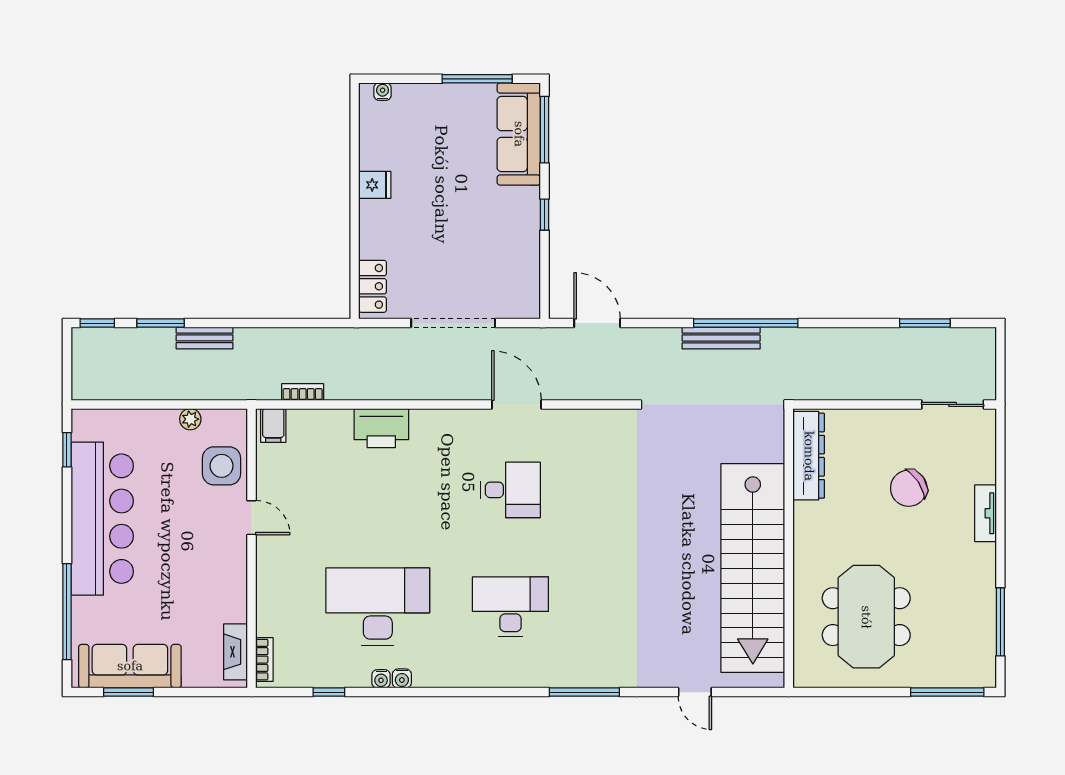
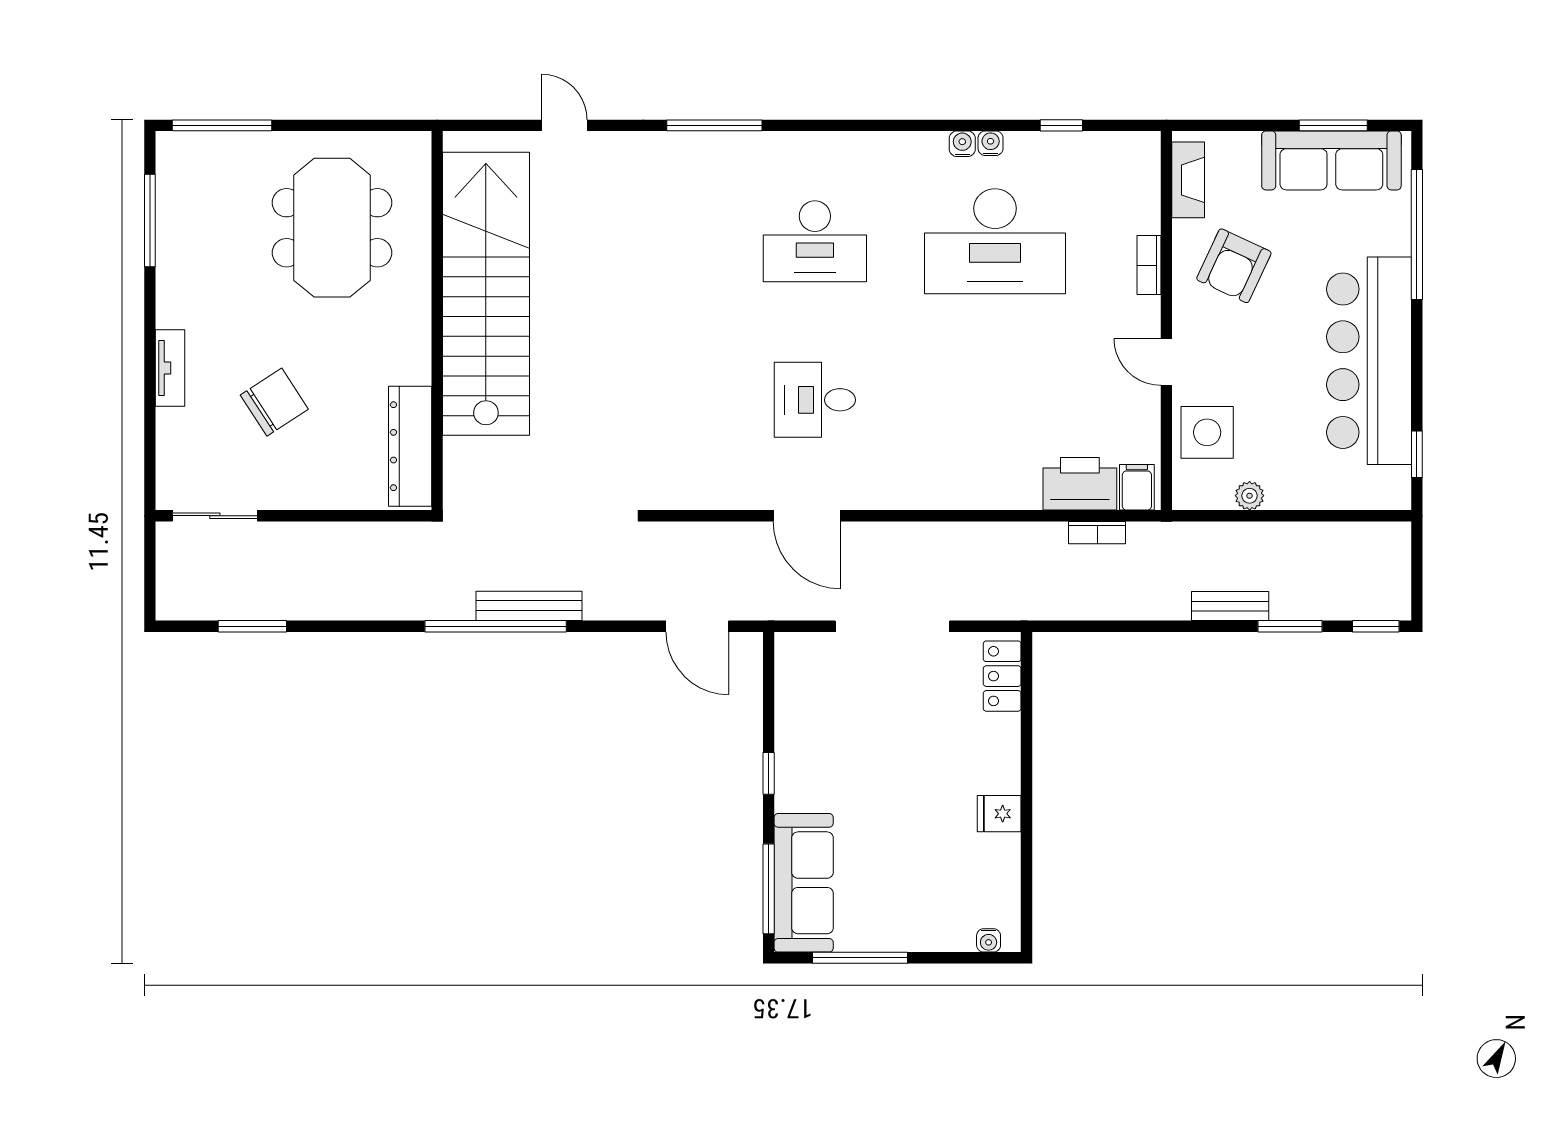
printer: (381, 428) -> (1080, 484), moved
armchair: (202, 589) -> (1234, 266), added
bookcase: (264, 660) -> (1149, 265), moved

